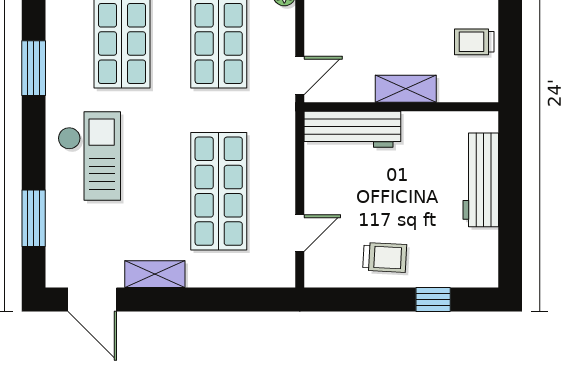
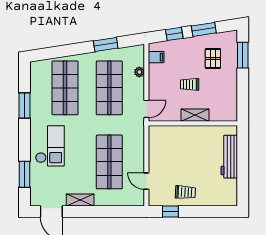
trolley: (474, 42) -> (190, 84), moved
workbench: (352, 129) -> (171, 134), removed
door: (300, 233) -> (146, 181), swing flipped
window: (433, 299) -> (170, 212), moved

